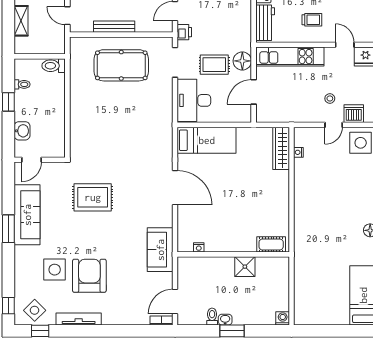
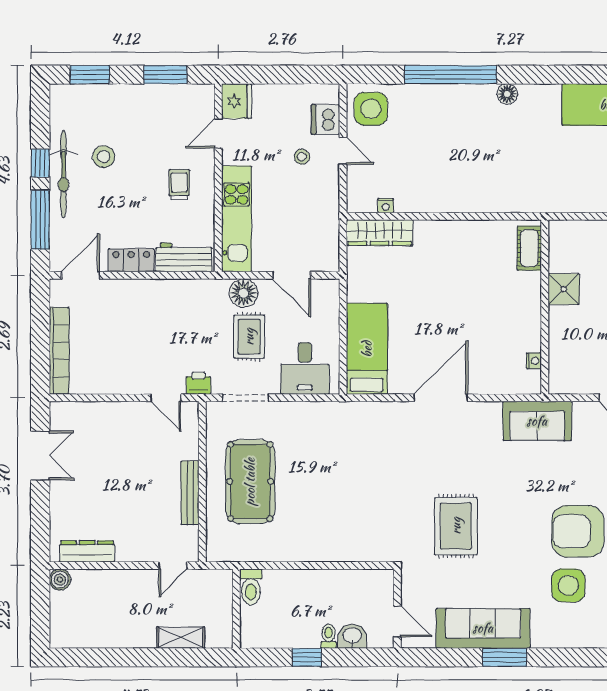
toilet: (22, 84) -> (329, 636), moved
desk: (194, 100) -> (305, 368), width x0.73

